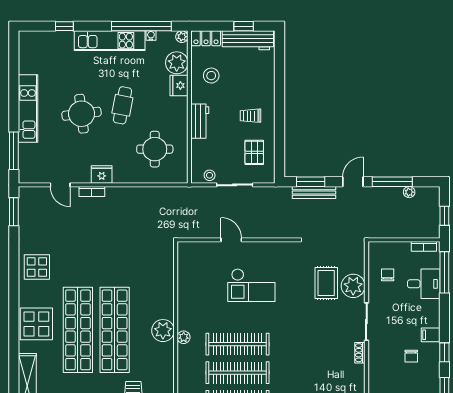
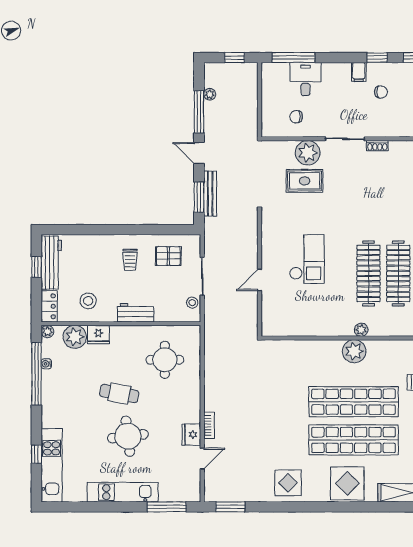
kitchen unit: (110, 41) -> (52, 465), moved
fridge: (102, 175) -> (191, 435), moved
bookcase: (424, 246) -> (266, 79), removed

